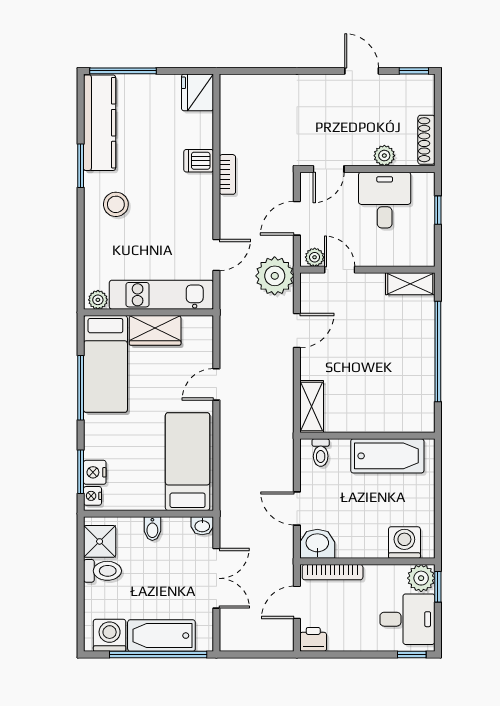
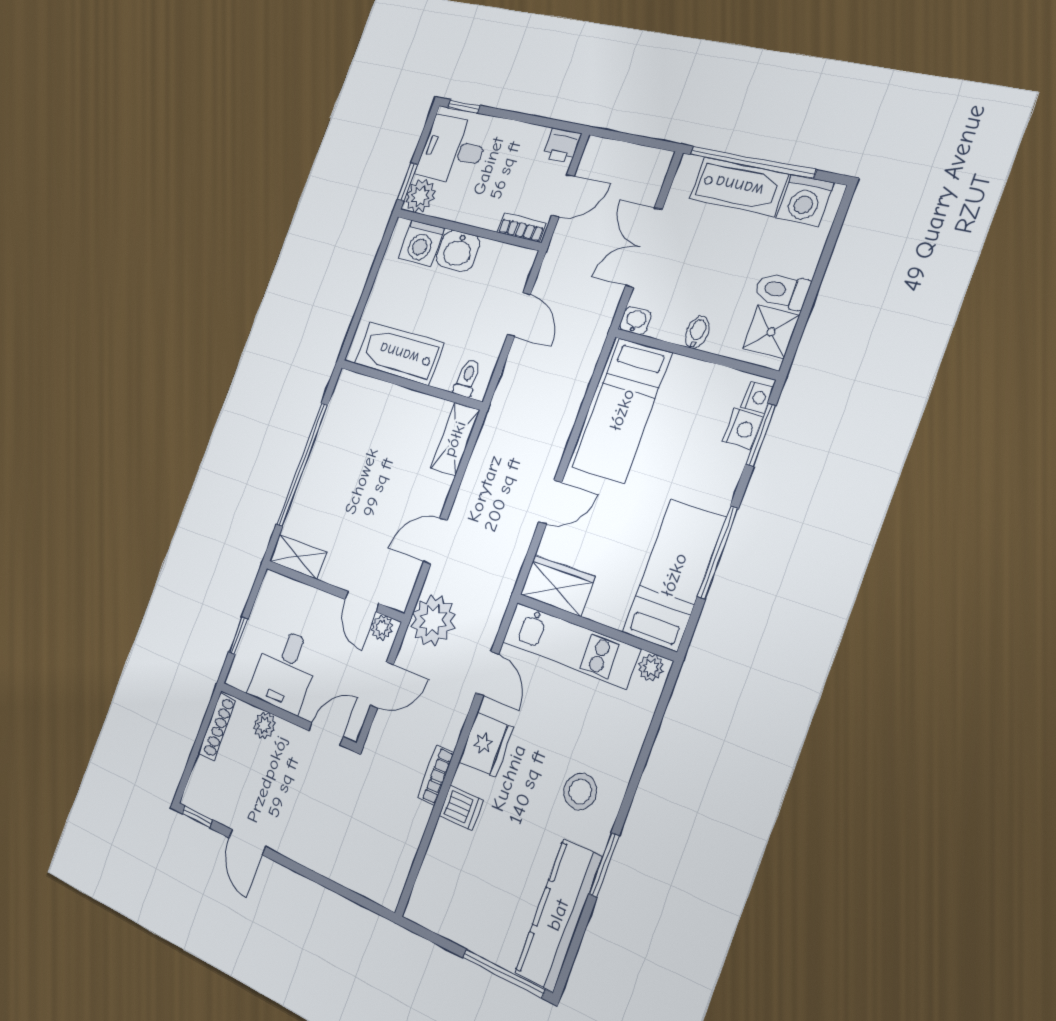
fridge: (197, 92) -> (486, 744), moved
door: (216, 255) -> (487, 673), swing flipped
wardrobe: (155, 330) -> (557, 585), moved
washbasin: (317, 544) -> (458, 251), moved
bookcase: (333, 572) -> (522, 228), width x0.64

